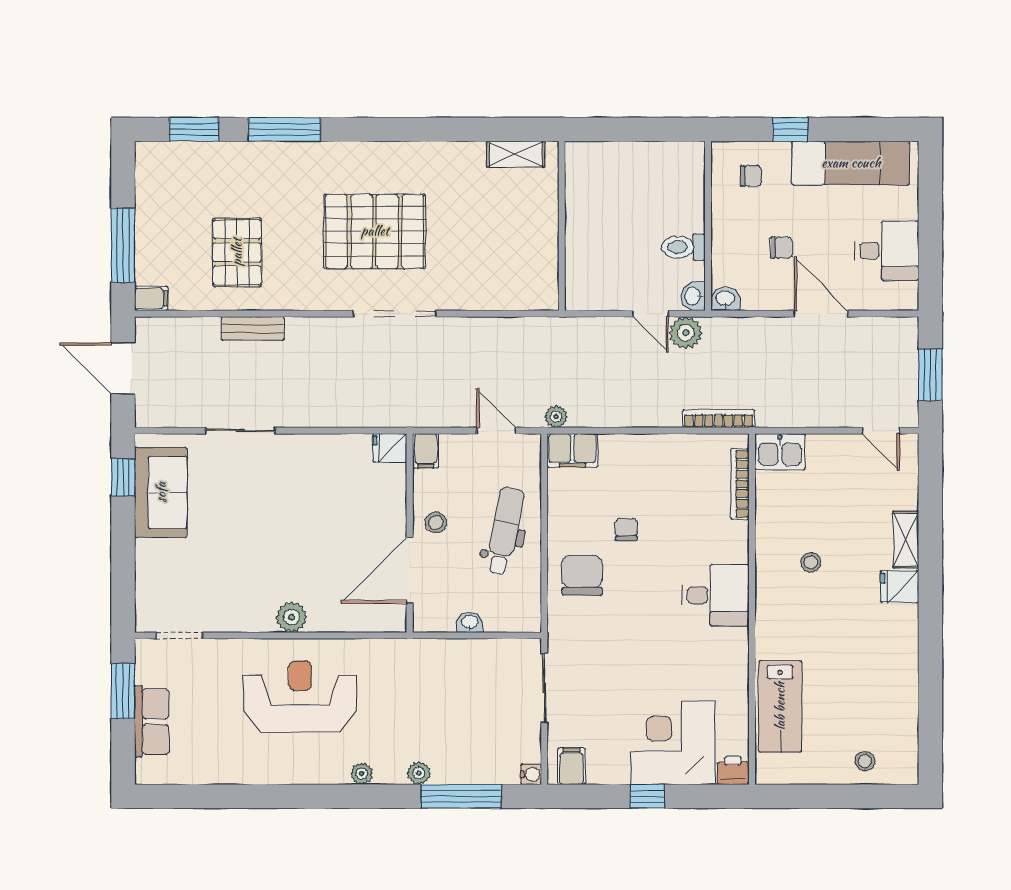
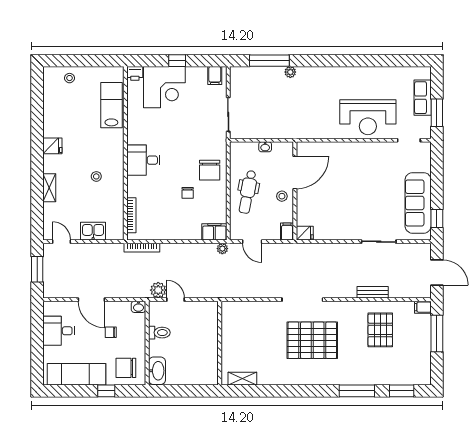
chair: (751, 176) -> (126, 368), width x1.87, depth x1.87
washbasin: (693, 296) -> (157, 371), moved, width x1.91, depth x1.45
kitchen sink: (780, 452) -> (93, 231), moved
sofa: (161, 492) -> (418, 203), width x1.36
fridge: (899, 587) -> (52, 146), moved
plant: (292, 617) -> (353, 149), removed
reception desk: (300, 696) -> (368, 117), moved
plant: (362, 774) -> (319, 72), removed
water cooler: (531, 774) -> (235, 71), removed

